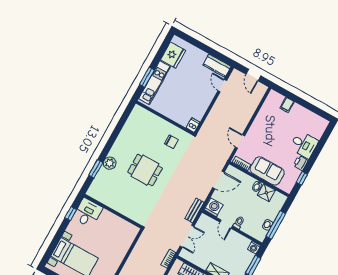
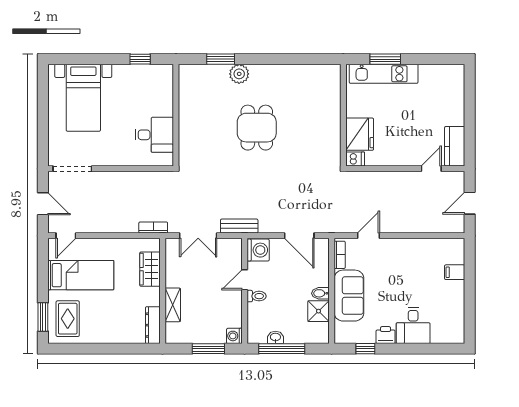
fridge: (173, 55) -> (360, 134), moved, turned -90
chair: (171, 142) -> (316, 142), removed
desk: (88, 213) -> (154, 135), moved

